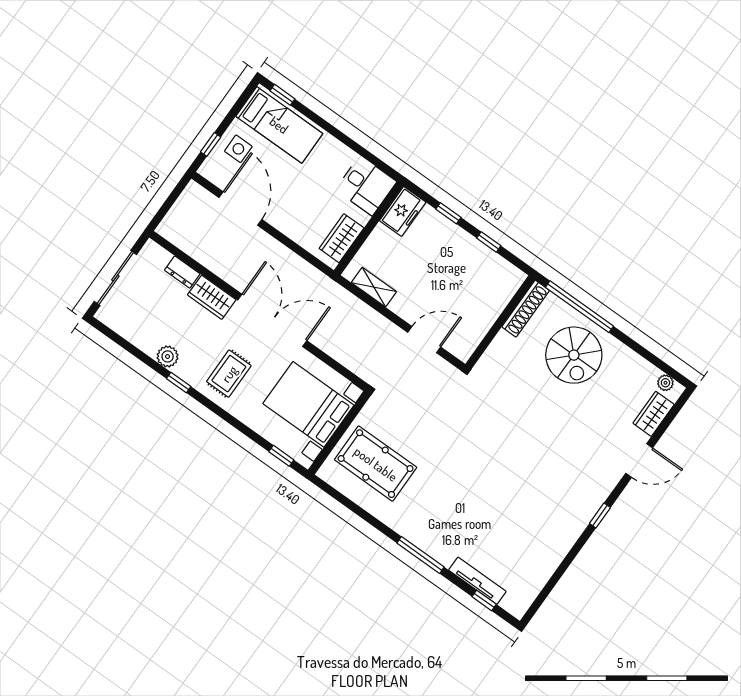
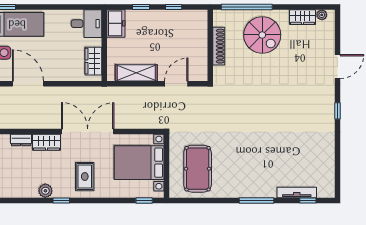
shelving: (374, 287) -> (136, 73), width x1.50, depth x1.33
shoe rack: (526, 309) -> (219, 46), moved
wardrobe: (653, 414) -> (303, 17), moved, turned -90
pool table: (376, 464) -> (198, 169), turned 90

